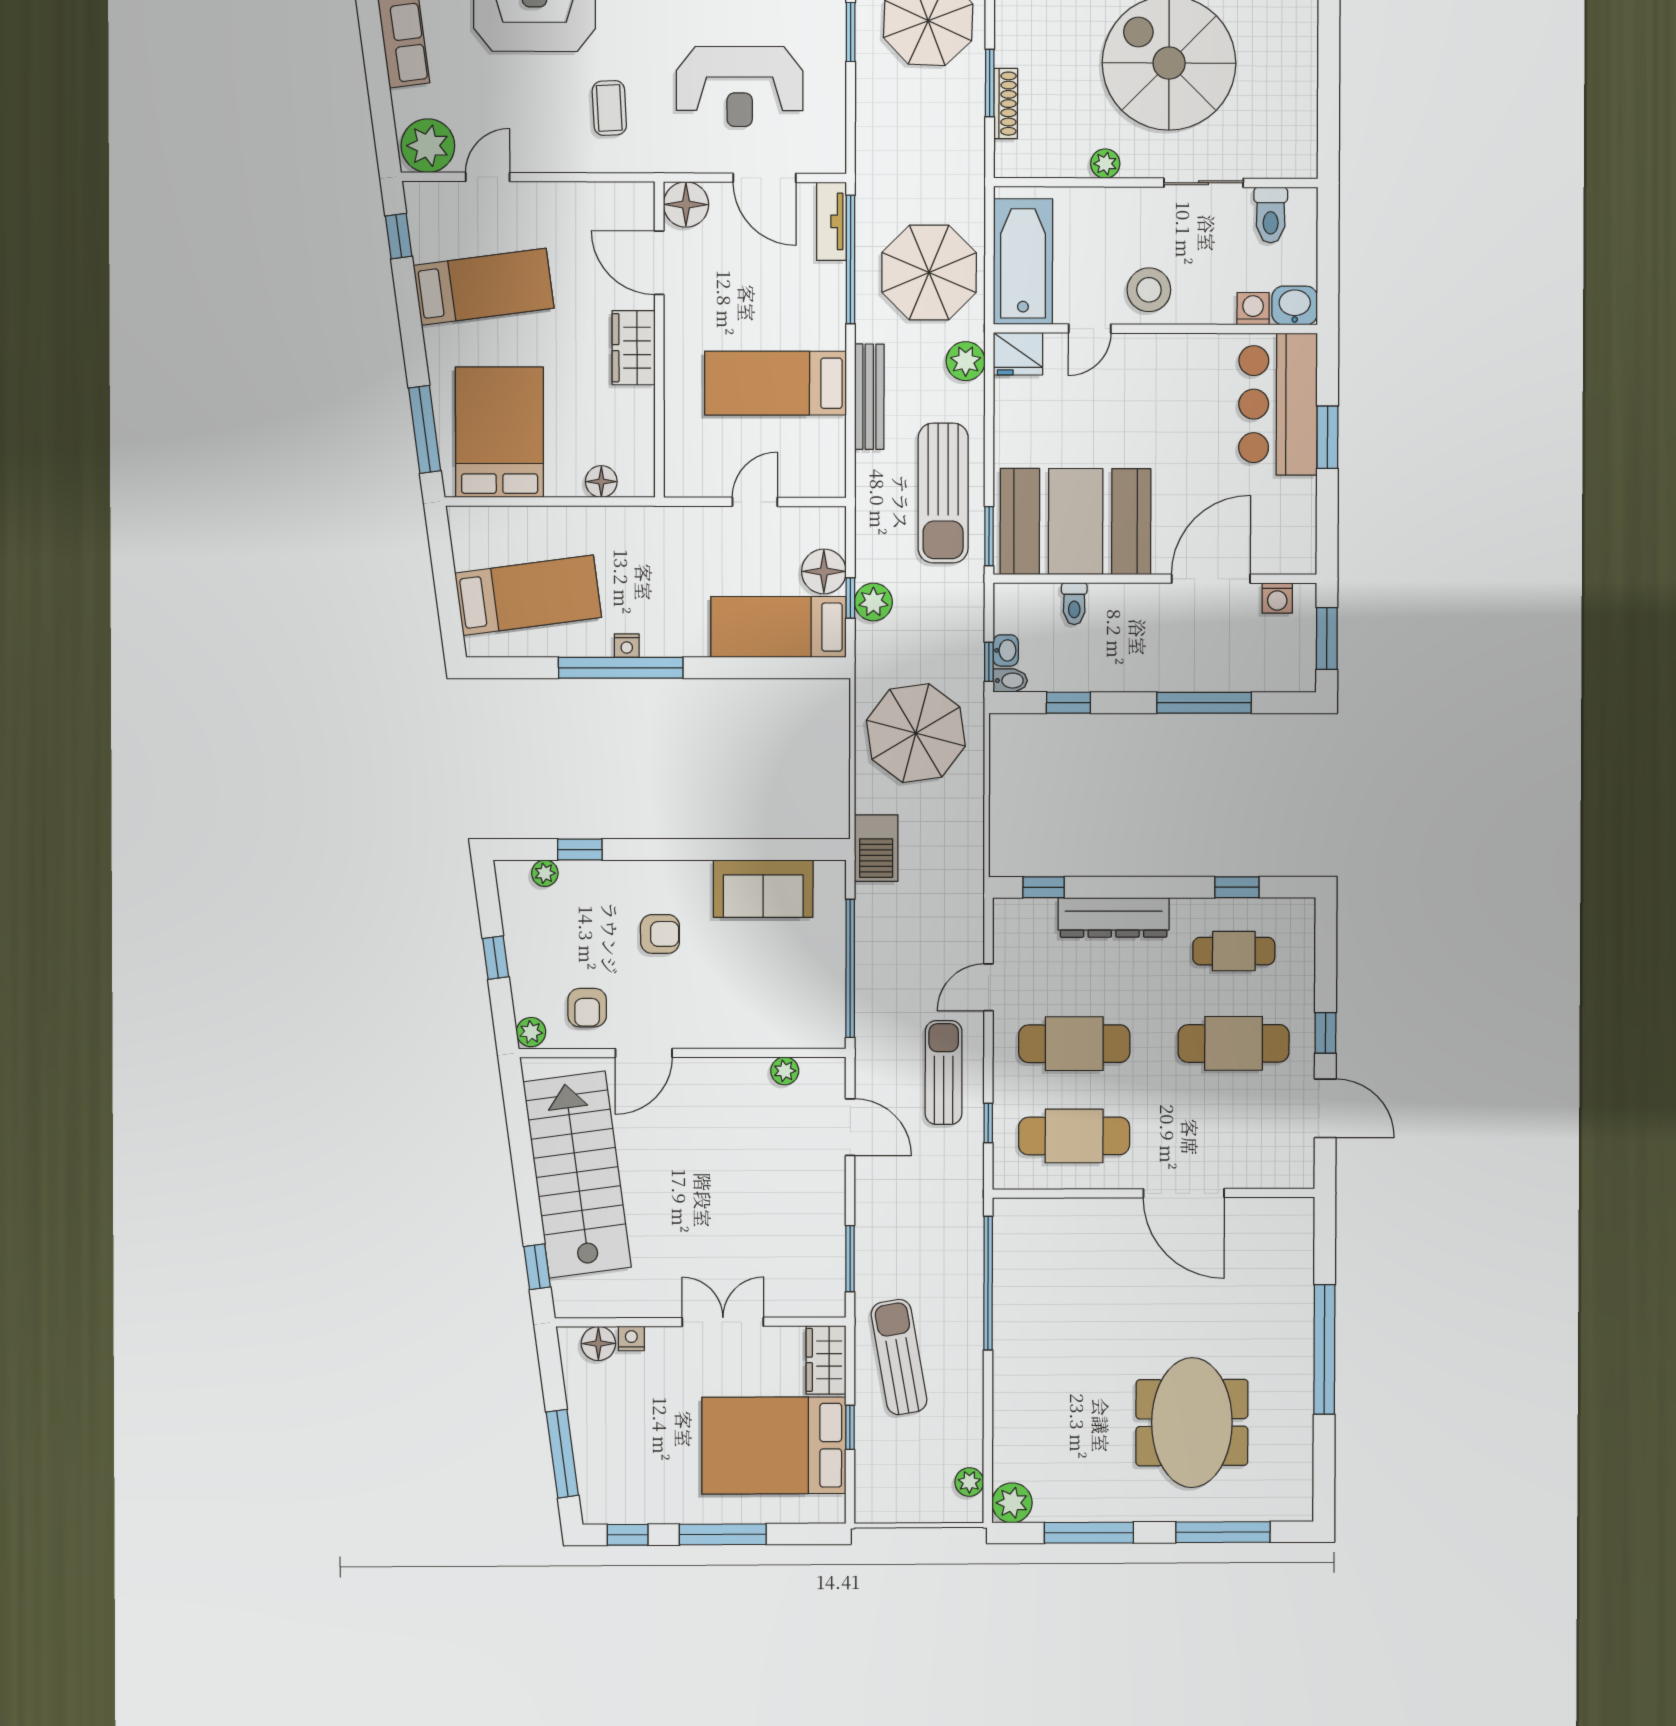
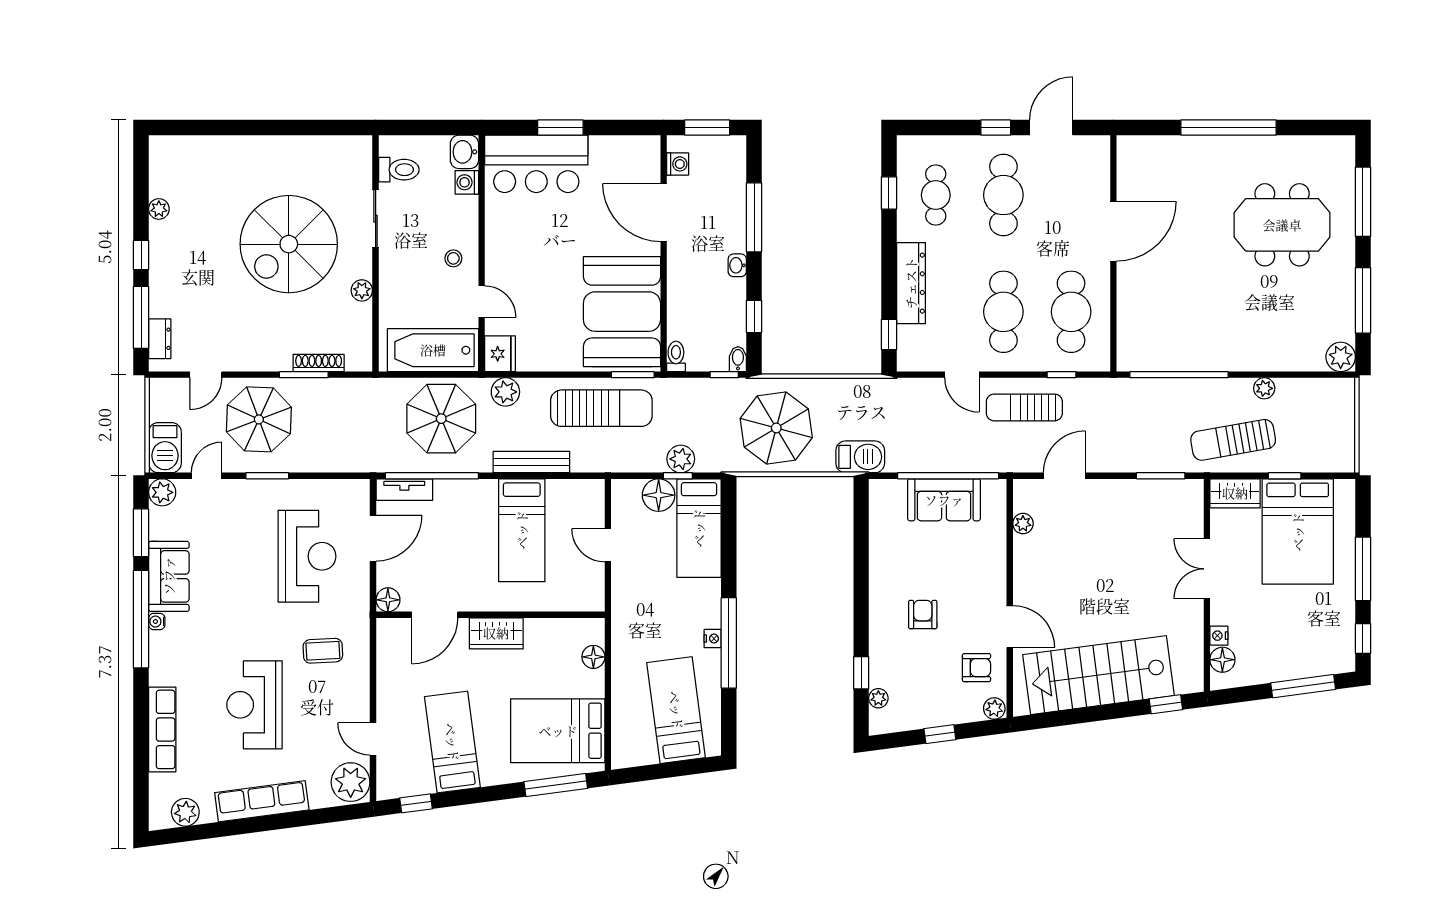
floor lamp: (686, 204) -> (388, 600), width x0.73, depth x0.73
stool: (1149, 290) -> (453, 258), width x0.53, depth x0.53
toilet: (1074, 604) -> (676, 356), moved, turned -90
washbasin: (1006, 650) -> (737, 265), moved, turned -90
sofa: (763, 889) -> (944, 500), moved, turned 90
plant: (969, 1482) -> (1264, 388), moved

